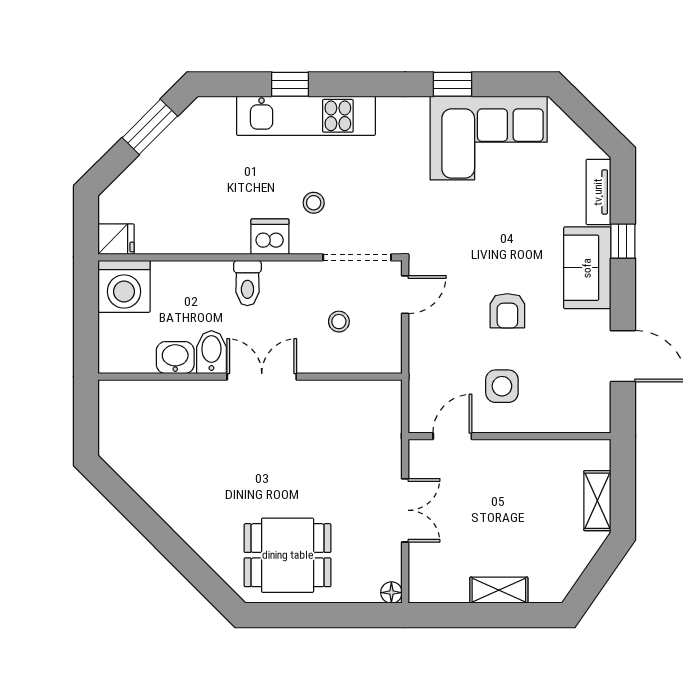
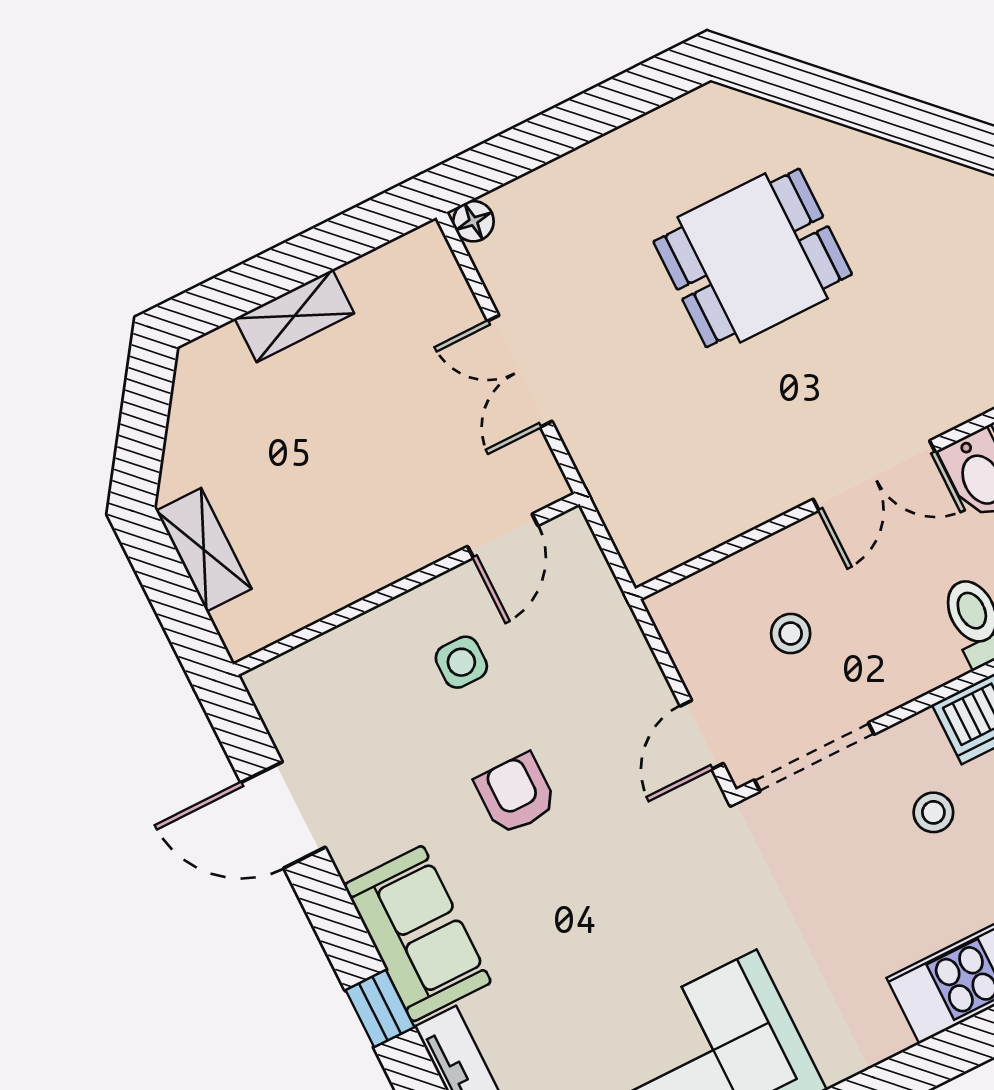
side table: (502, 386) -> (461, 662), width x0.73, depth x0.73
dining table: (288, 555) -> (753, 258), moved

